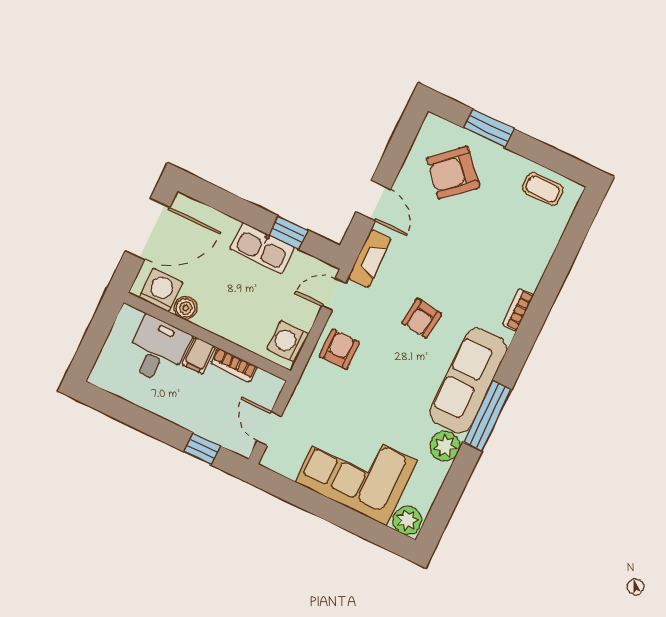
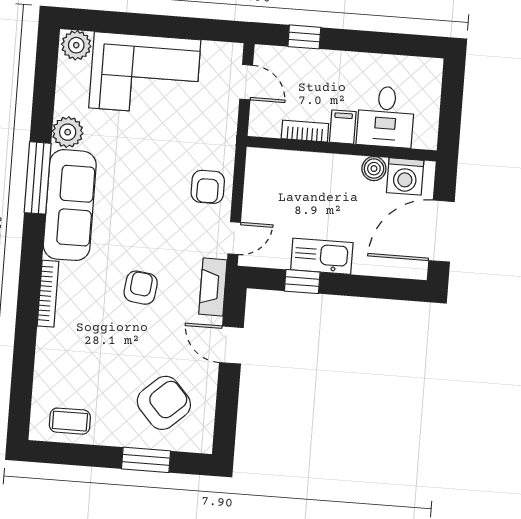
bookcase: (518, 310) -> (48, 294), width x1.56
armchair: (422, 318) -> (141, 288), moved
washing machine: (288, 342) -> (261, 175), removed

